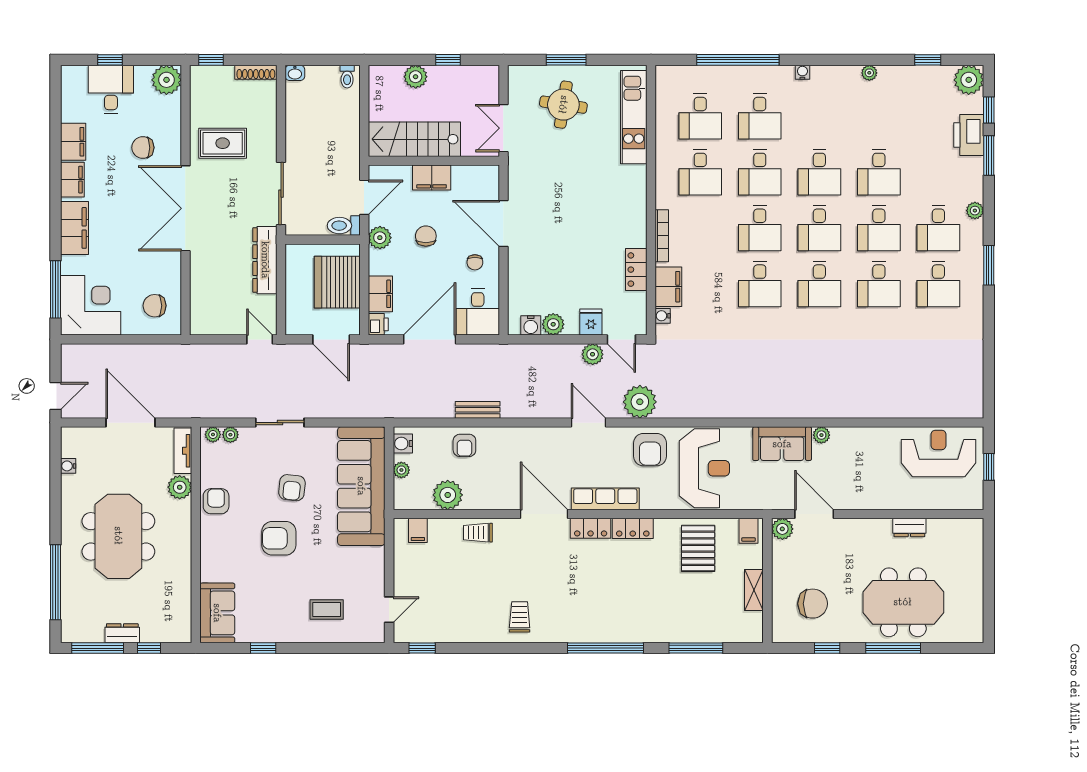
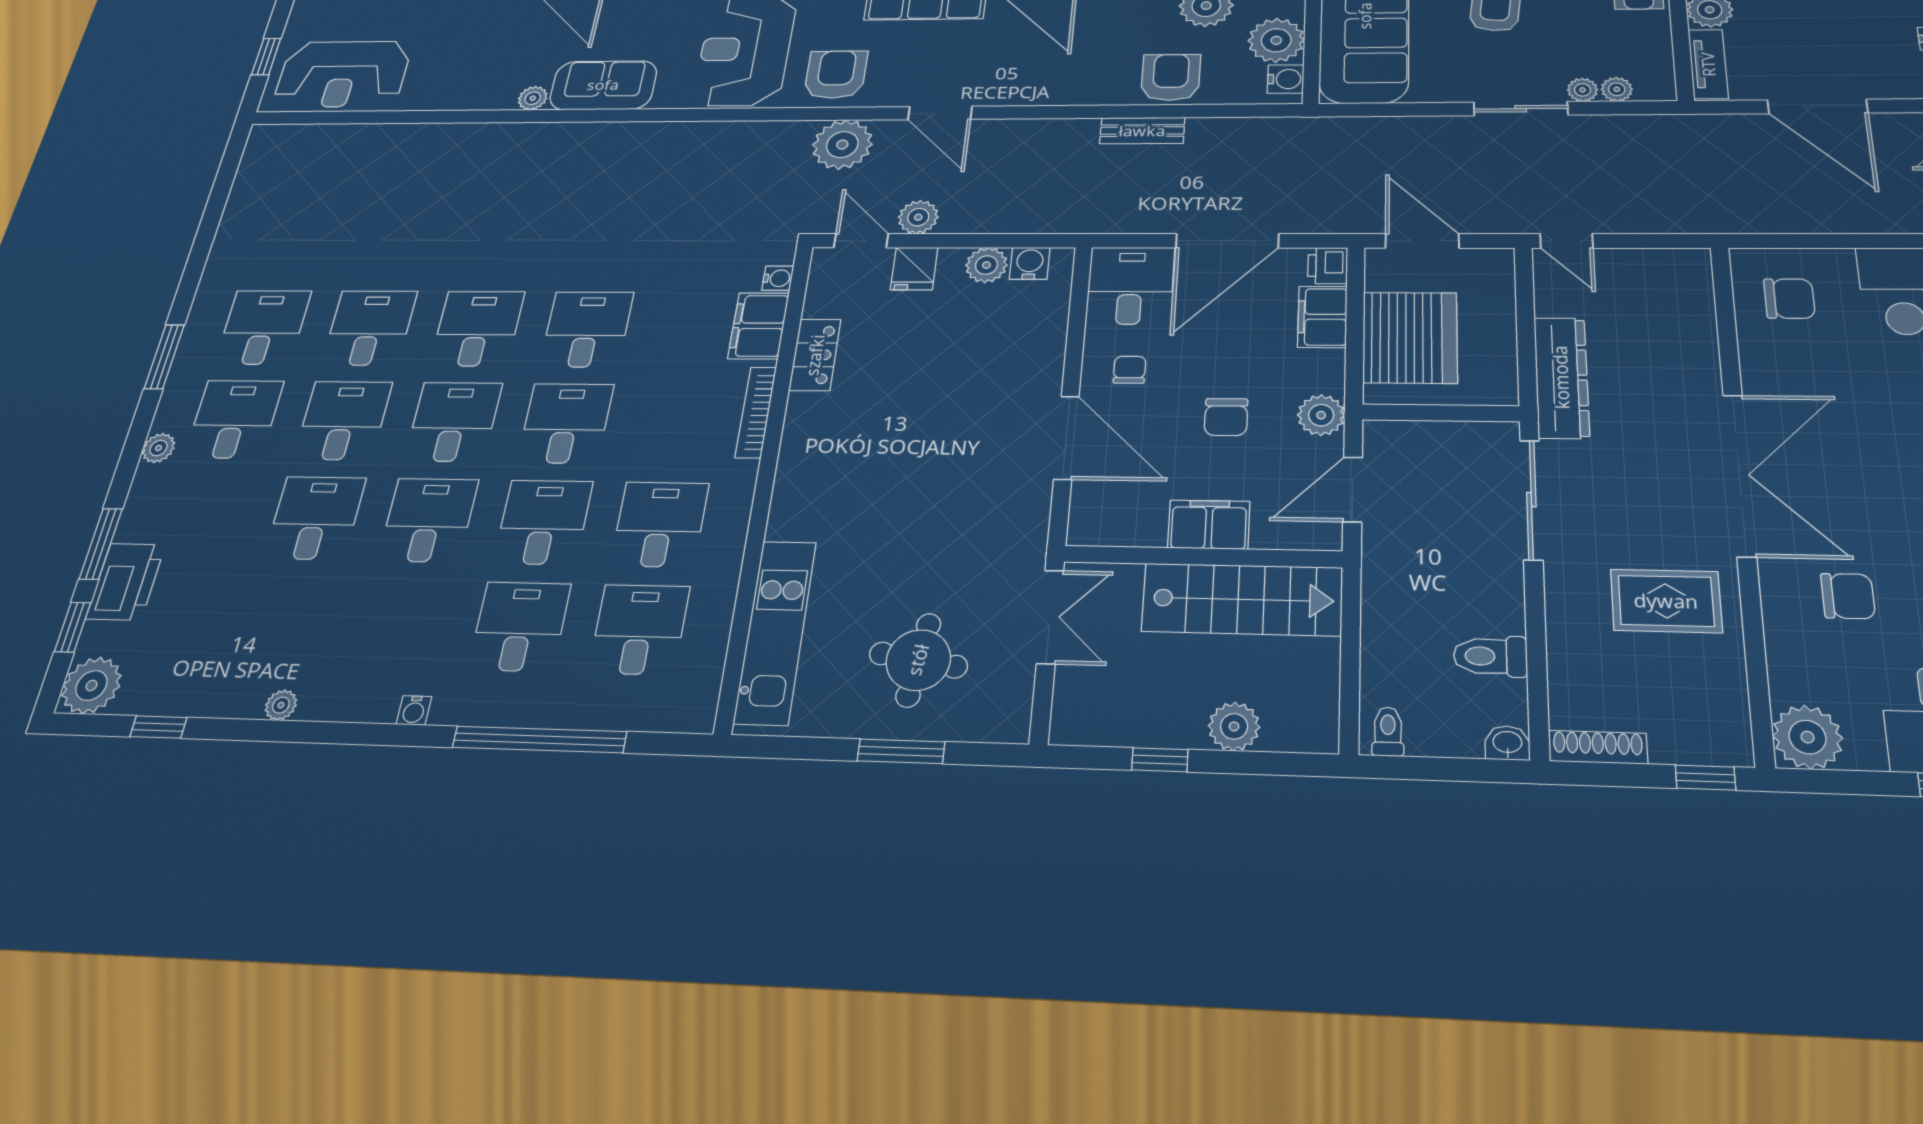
toilet: (344, 226) -> (1490, 656), moved, turned 180
plant: (213, 434) -> (1583, 90), moved
armchair: (464, 445) -> (1171, 77), width x1.38, depth x1.38
plant: (401, 470) -> (1276, 40), width x1.88, depth x1.88

